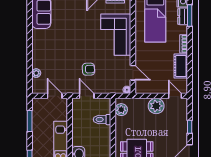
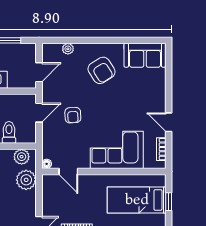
armchair: (53, 47) -> (102, 70), added
door: (133, 73) -> (68, 171), hinge flipped
plant: (156, 106) -> (26, 180), moved

